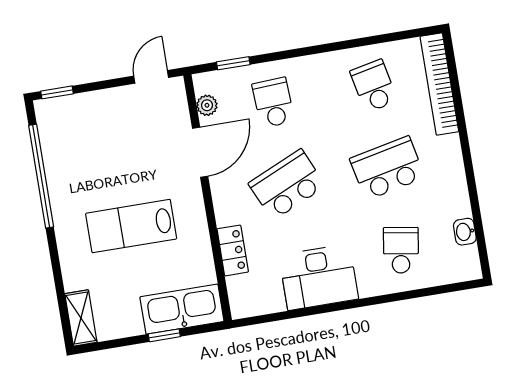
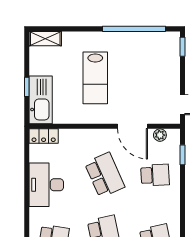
lab bench: (131, 226) -> (95, 78), turned 180
locker: (233, 250) -> (44, 136), moved

